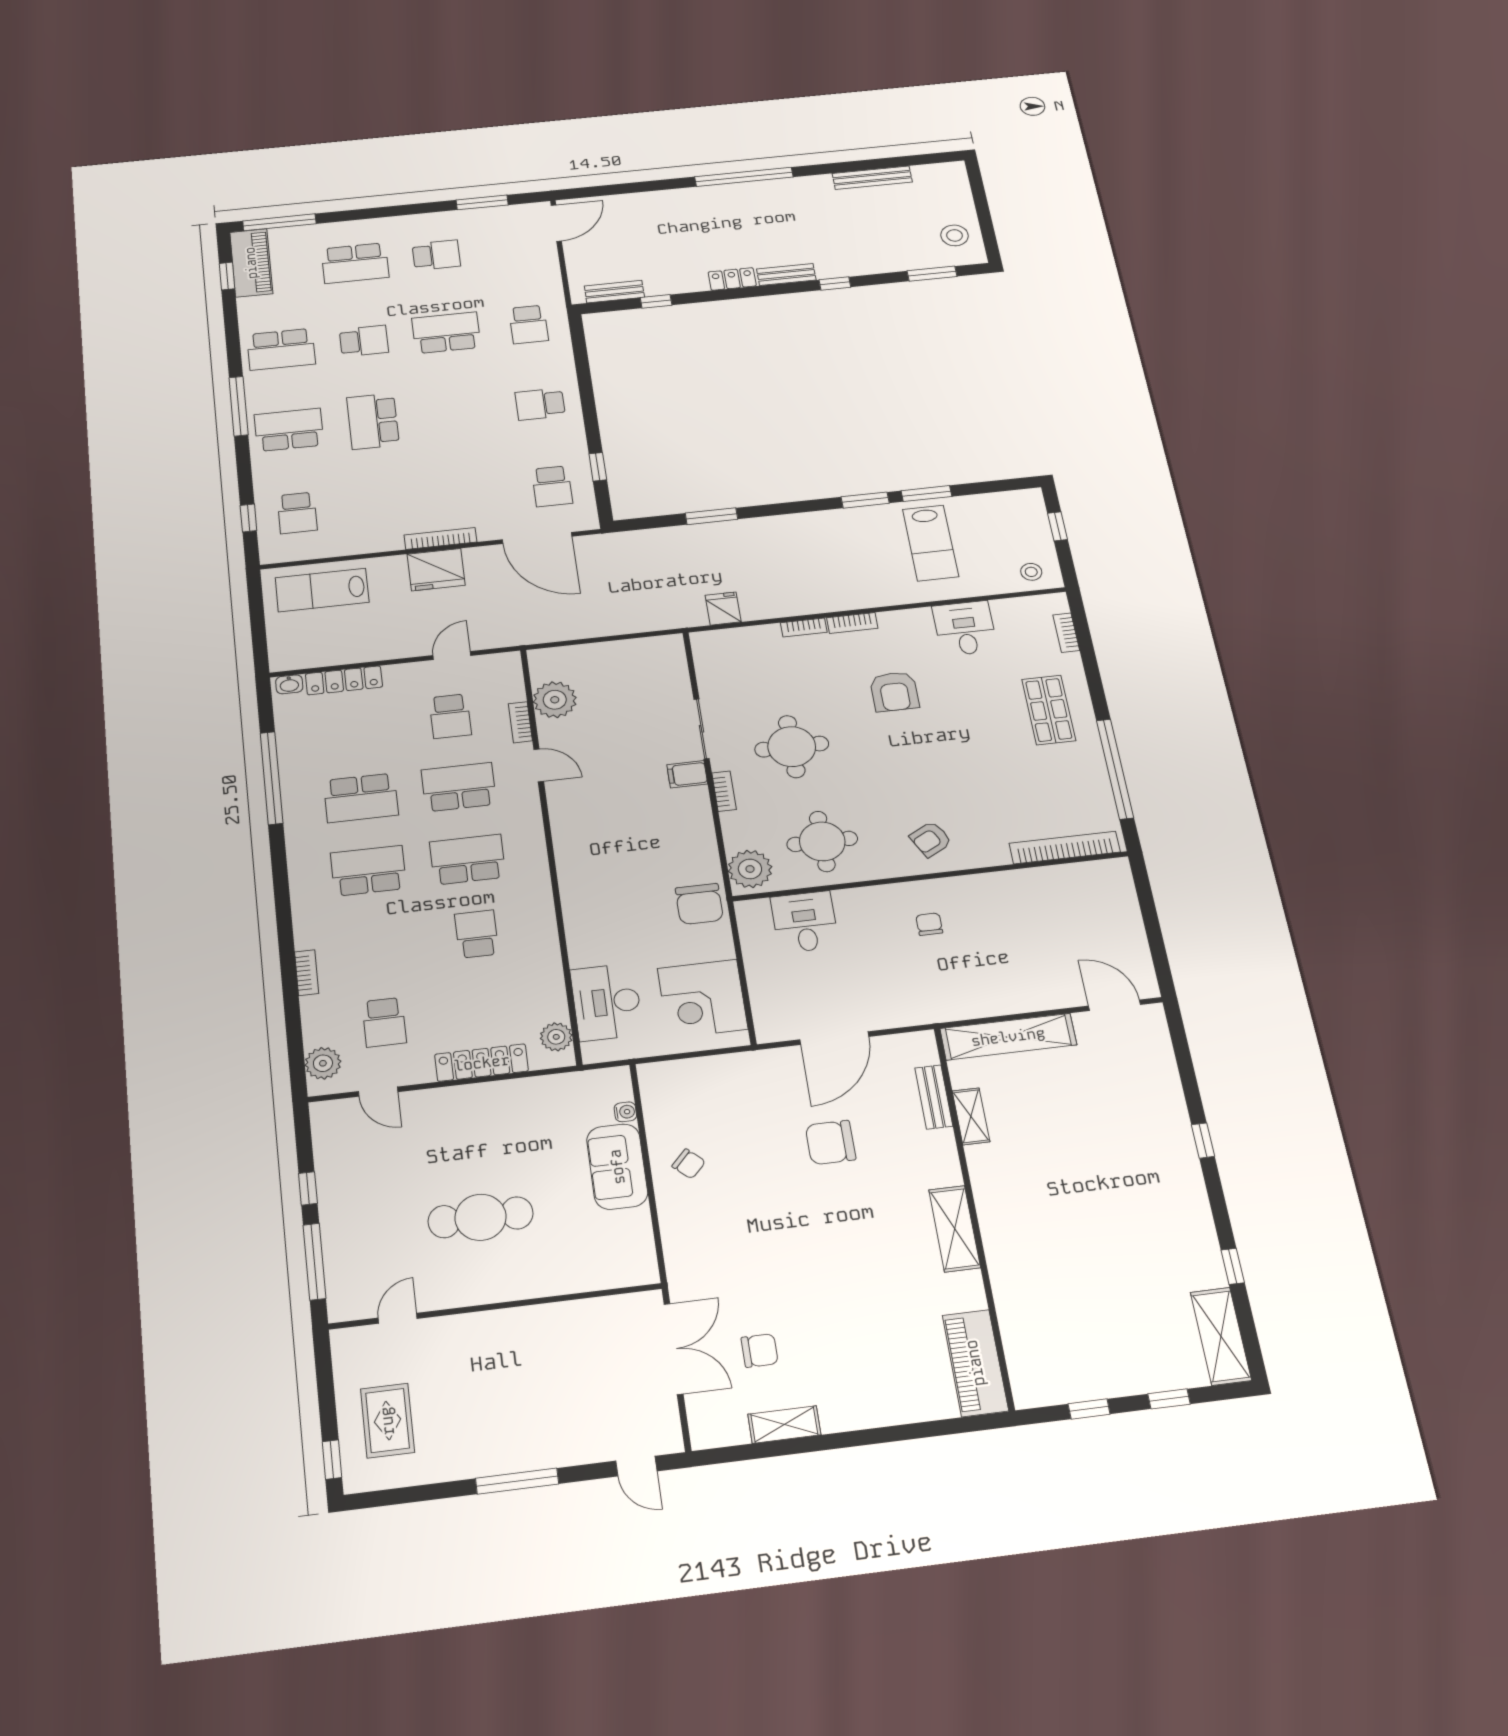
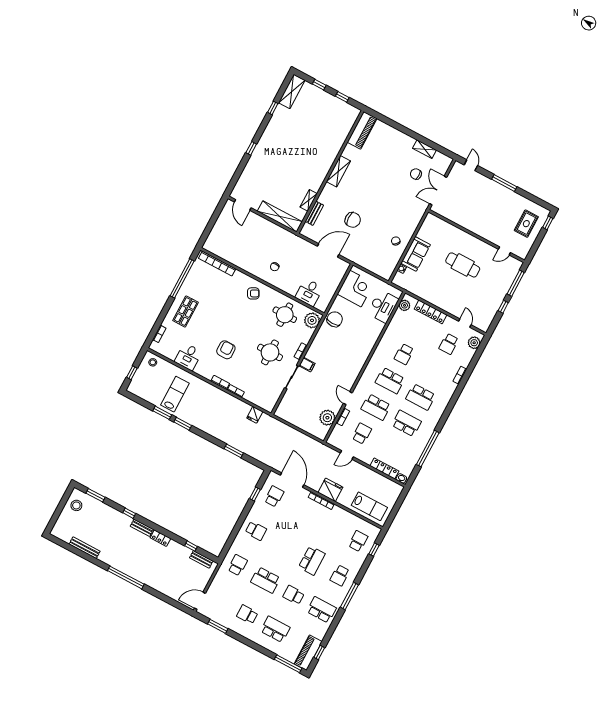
school desk: (289, 430) -> (340, 575), width x0.54
school desk: (384, 1022) -> (449, 344), turned 180

